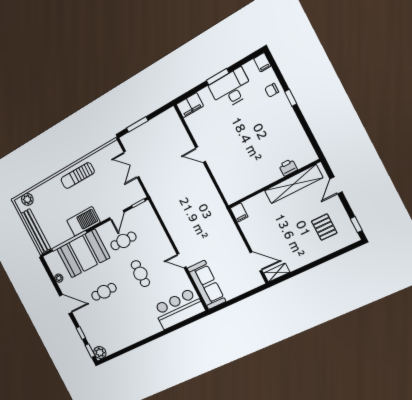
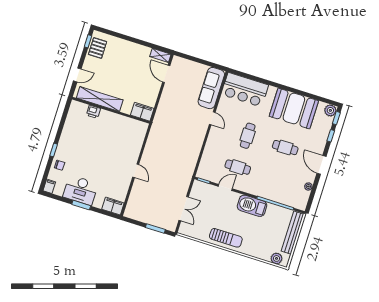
filing cabinet: (239, 212) -> (142, 112), width x2.00
pallet: (324, 227) -> (98, 48), moved
booth: (83, 253) -> (294, 108), moved

